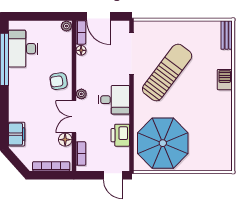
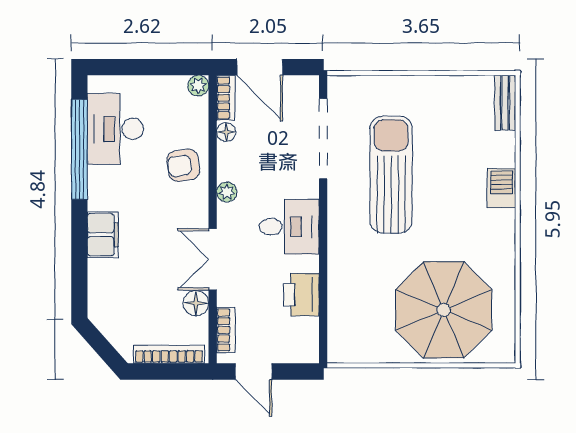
sun lounger: (167, 72) -> (391, 175), turned -37
armchair: (59, 81) -> (183, 165), moved
plant: (81, 94) -> (227, 192), moved
filing cabinet: (17, 134) -> (103, 235), moved
parasol: (163, 143) -> (444, 310), moved
door: (113, 175) -> (254, 371), moved

